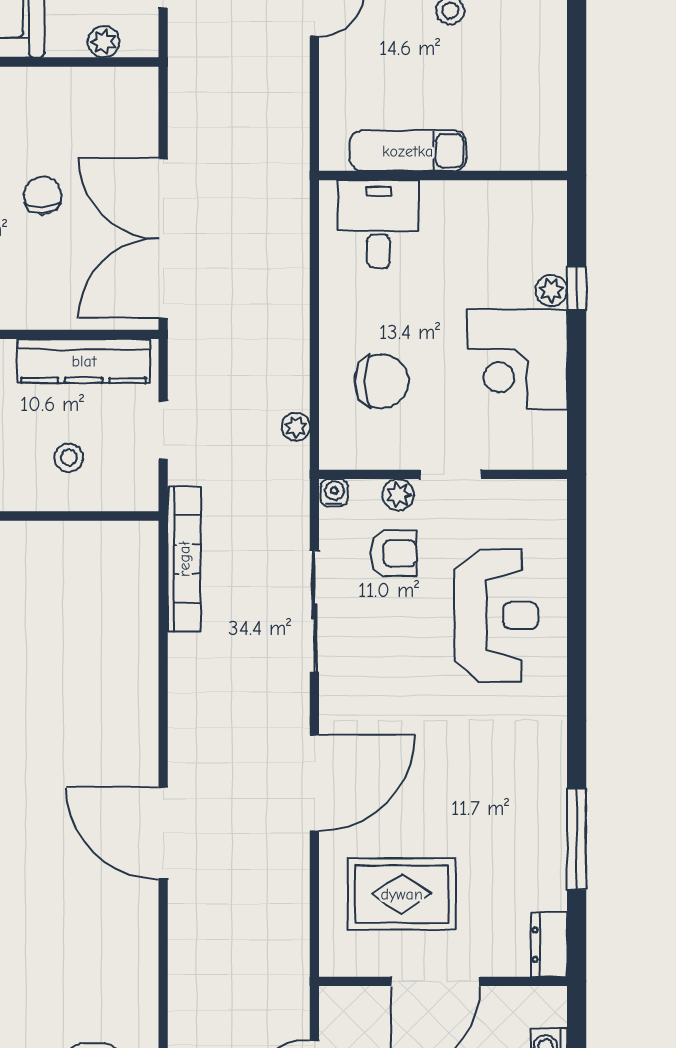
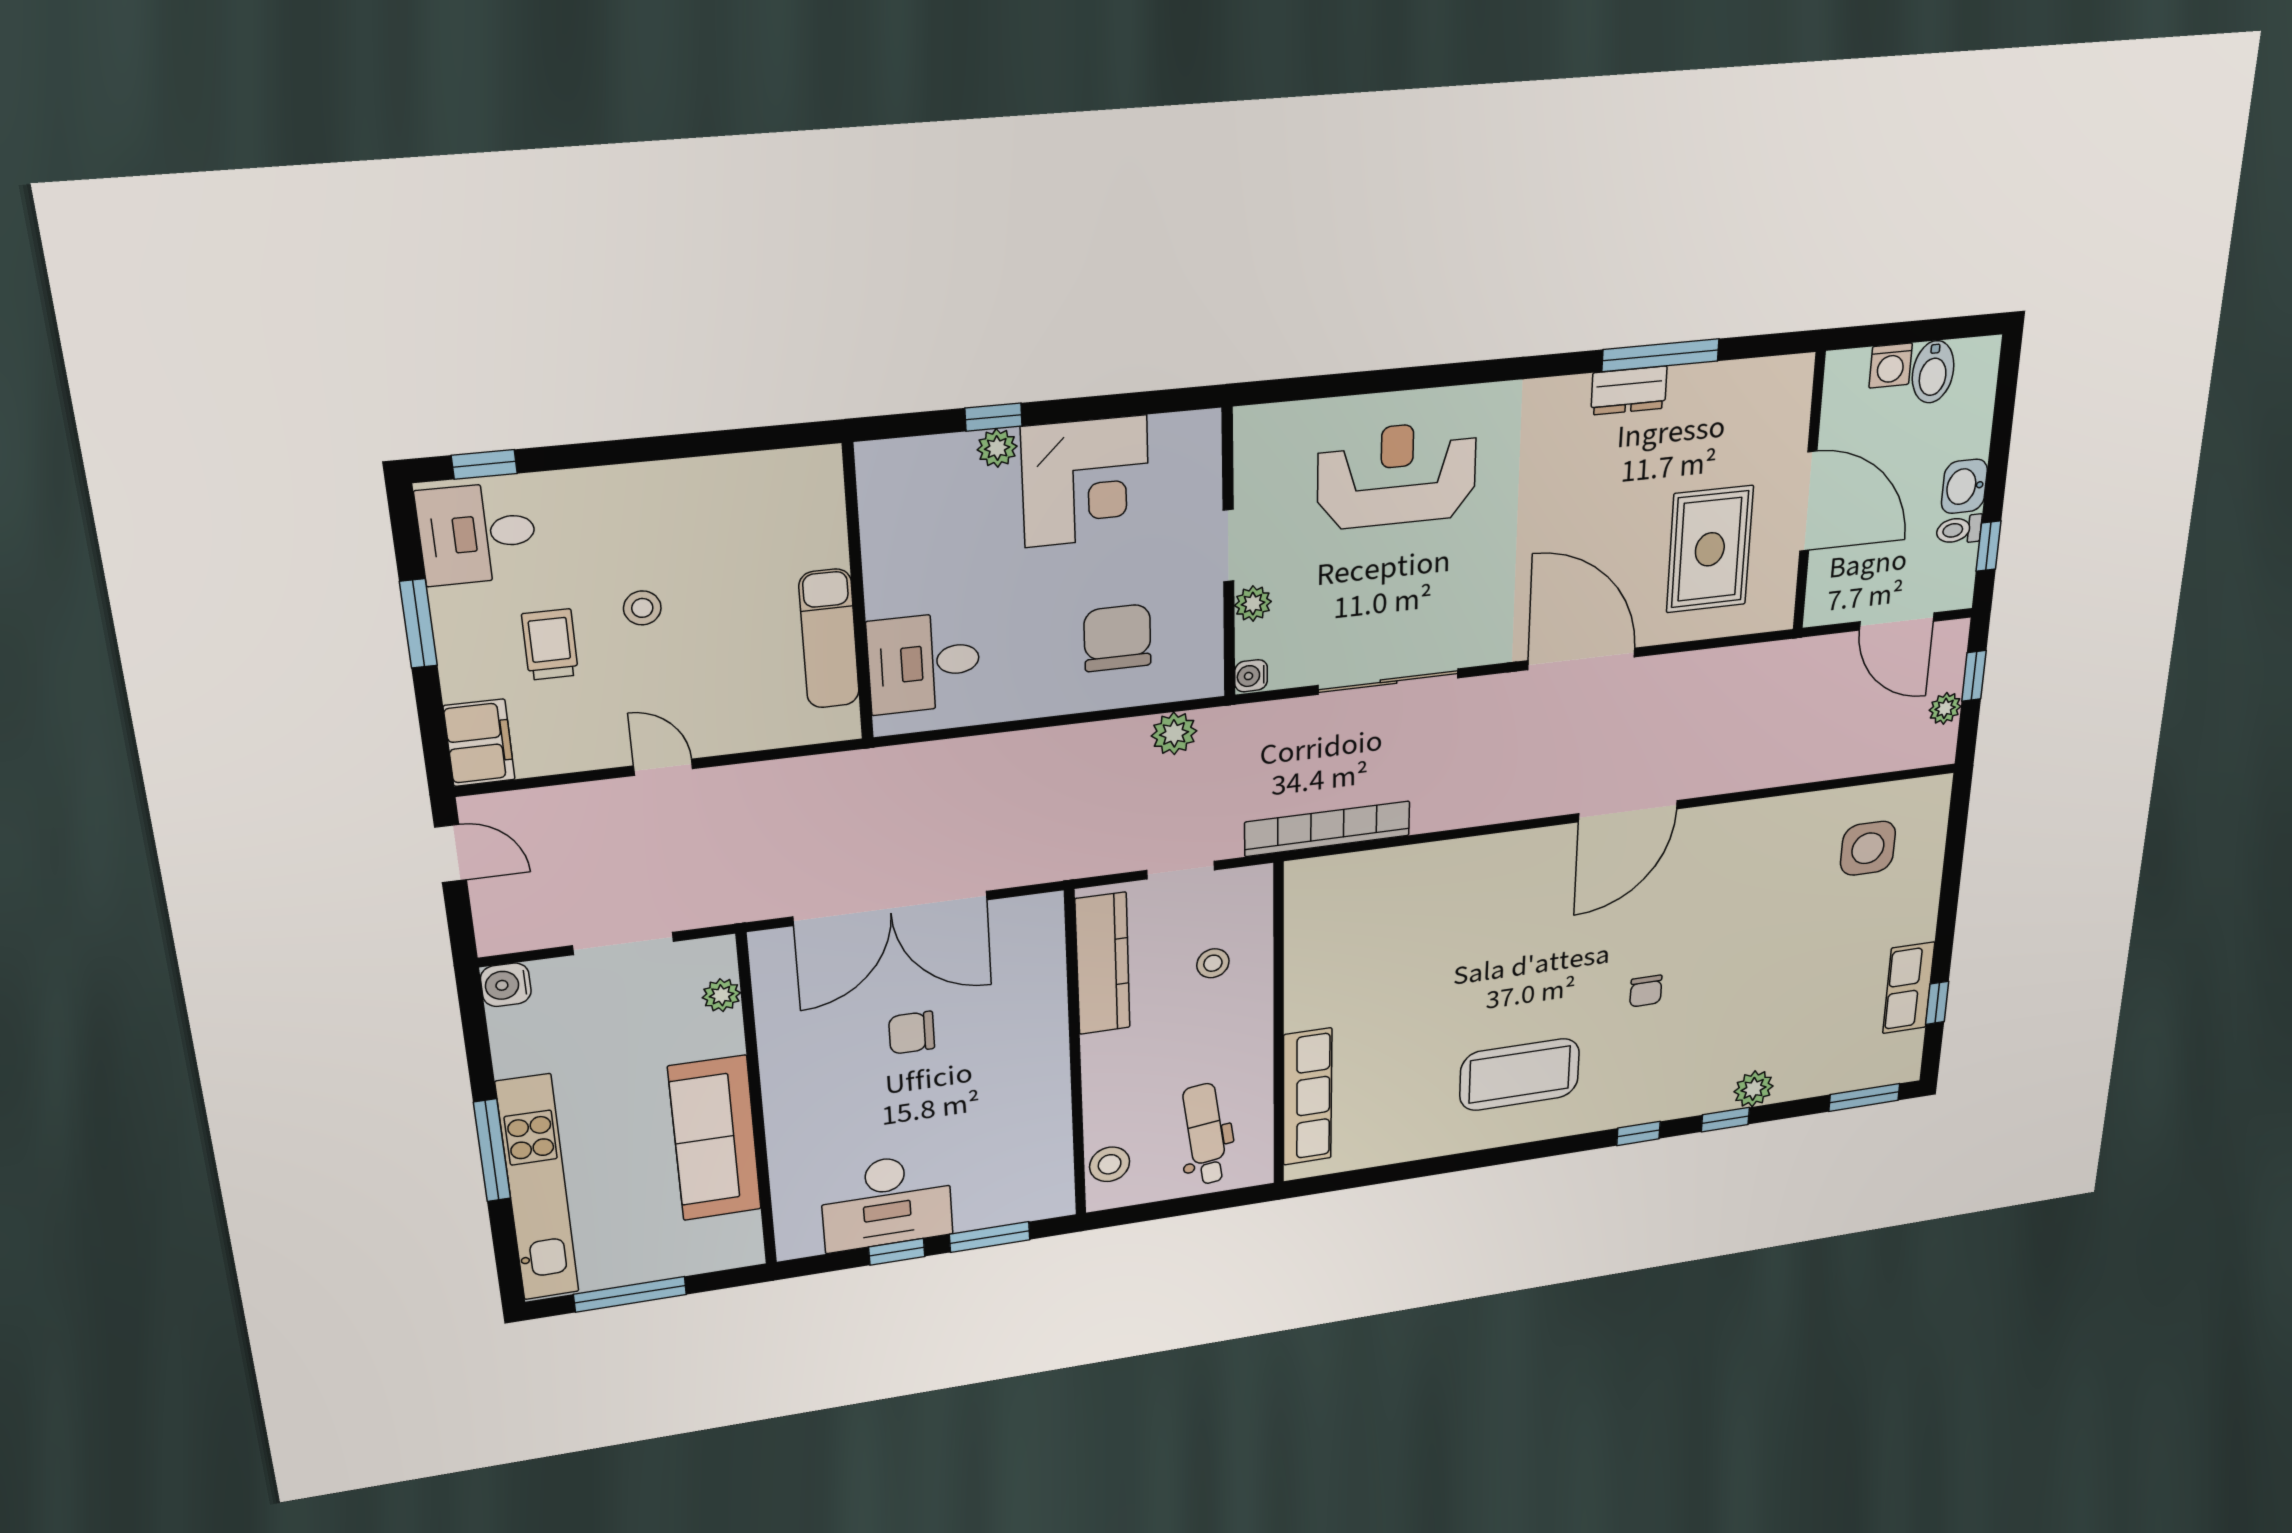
double door: (163, 238) -> (891, 908), moved
plant: (296, 427) -> (1174, 733), width x1.38, depth x1.38
armchair: (394, 553) -> (1322, 601), removed
dresser: (549, 945) -> (1629, 391), moved

